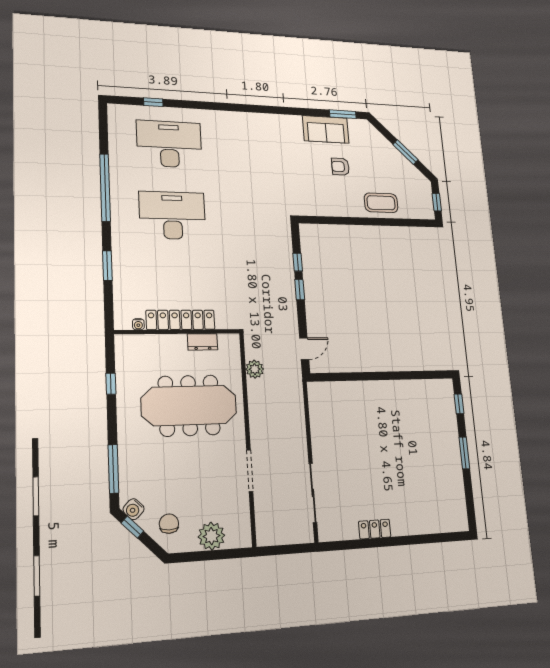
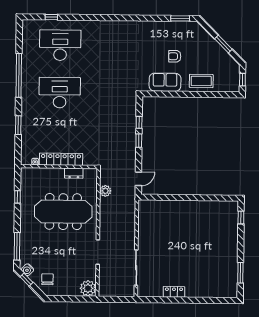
sofa: (326, 129) -> (165, 82), moved, turned 180
window: (464, 453) -> (240, 273), moved
plant: (211, 536) -> (88, 288), moved

